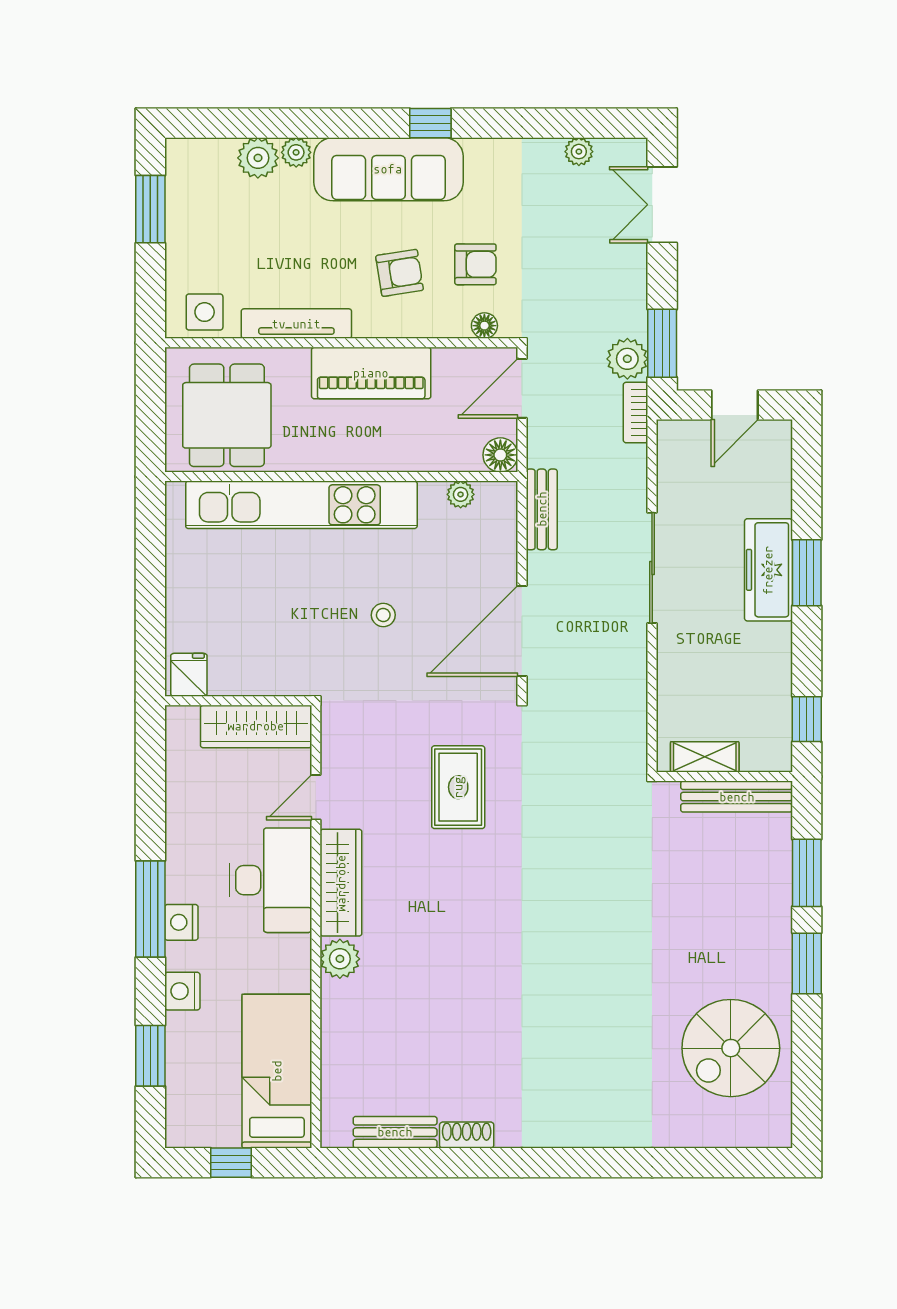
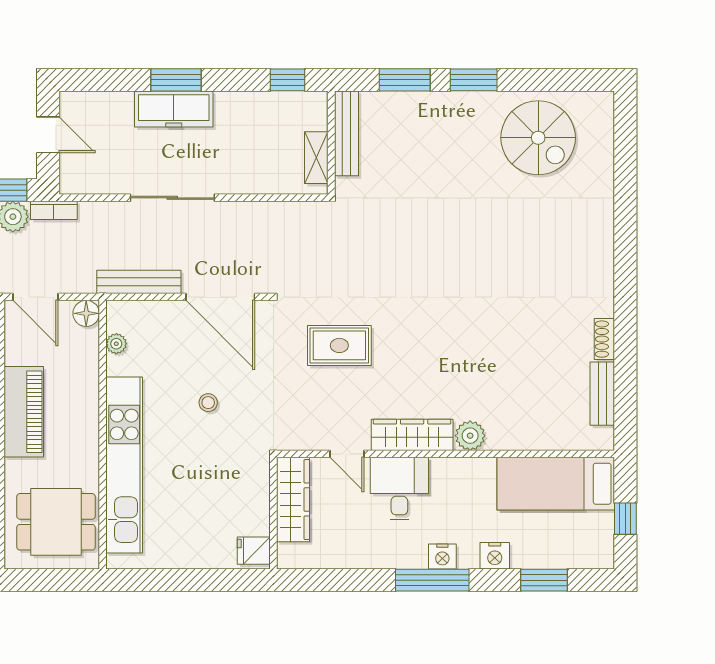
bench: (542, 509) -> (139, 282), width x1.36
desk: (270, 880) -> (399, 489), width x0.73

